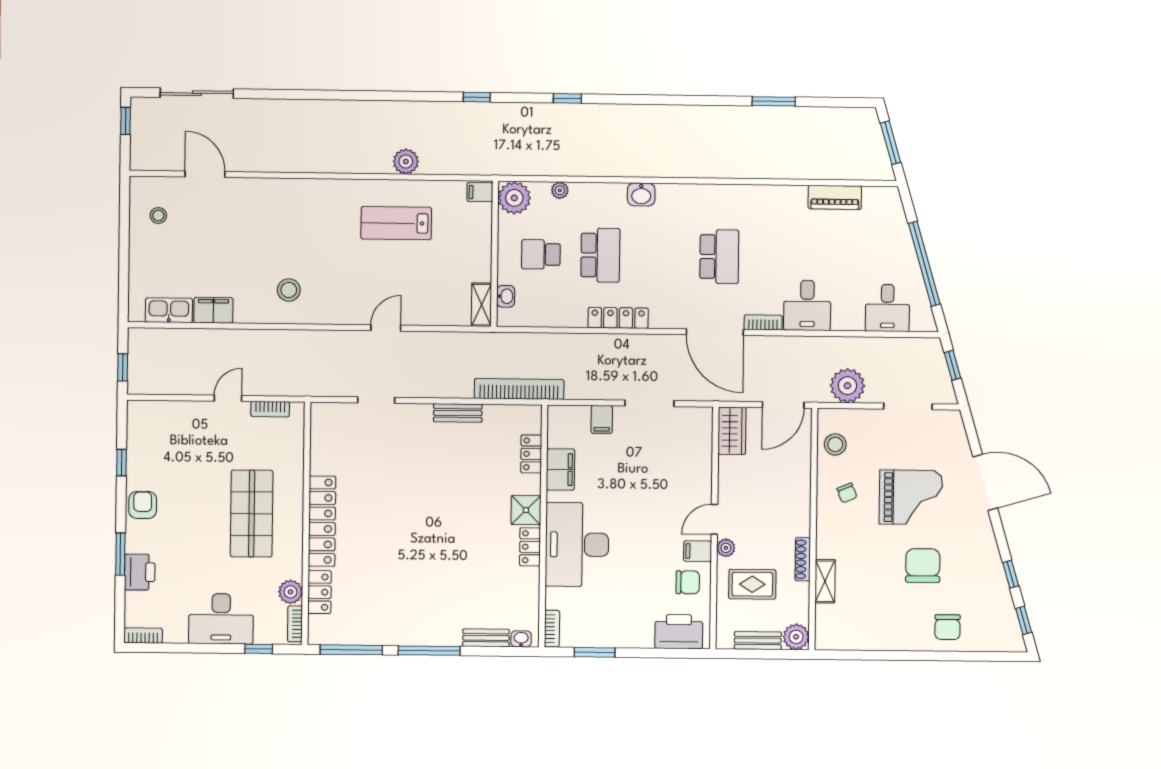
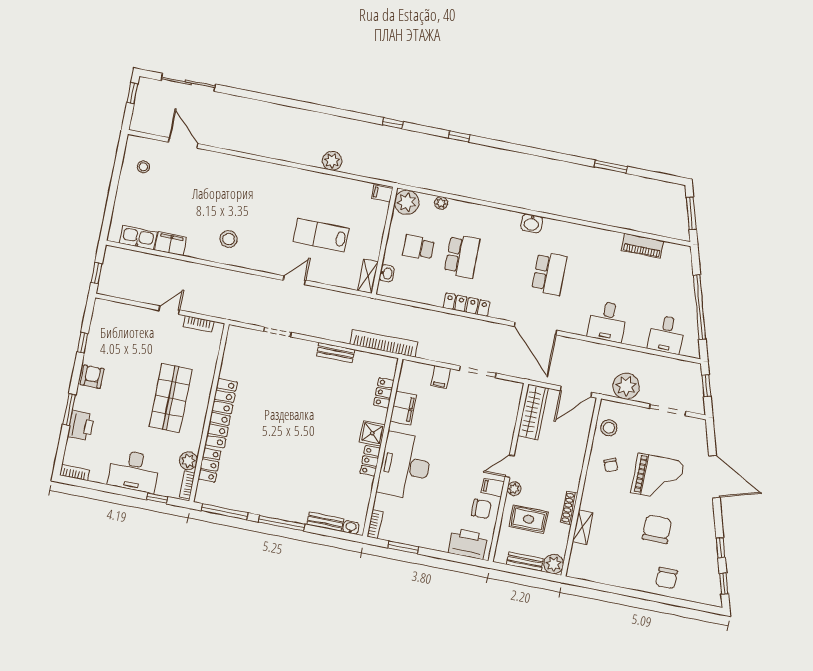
washbasin: (641, 194) -> (532, 223), moved
lab bench: (396, 223) -> (321, 235), moved
bookcase: (763, 322) -> (573, 328), removed
wardrobe: (732, 431) -> (533, 412), width x1.50

